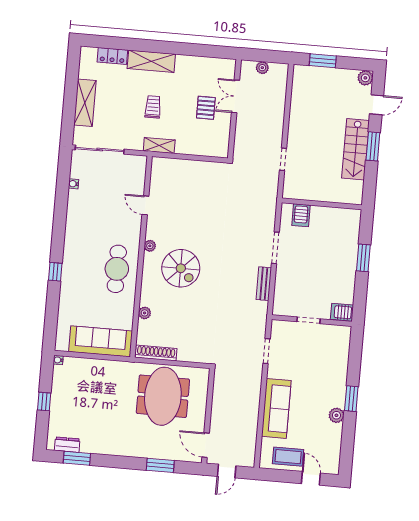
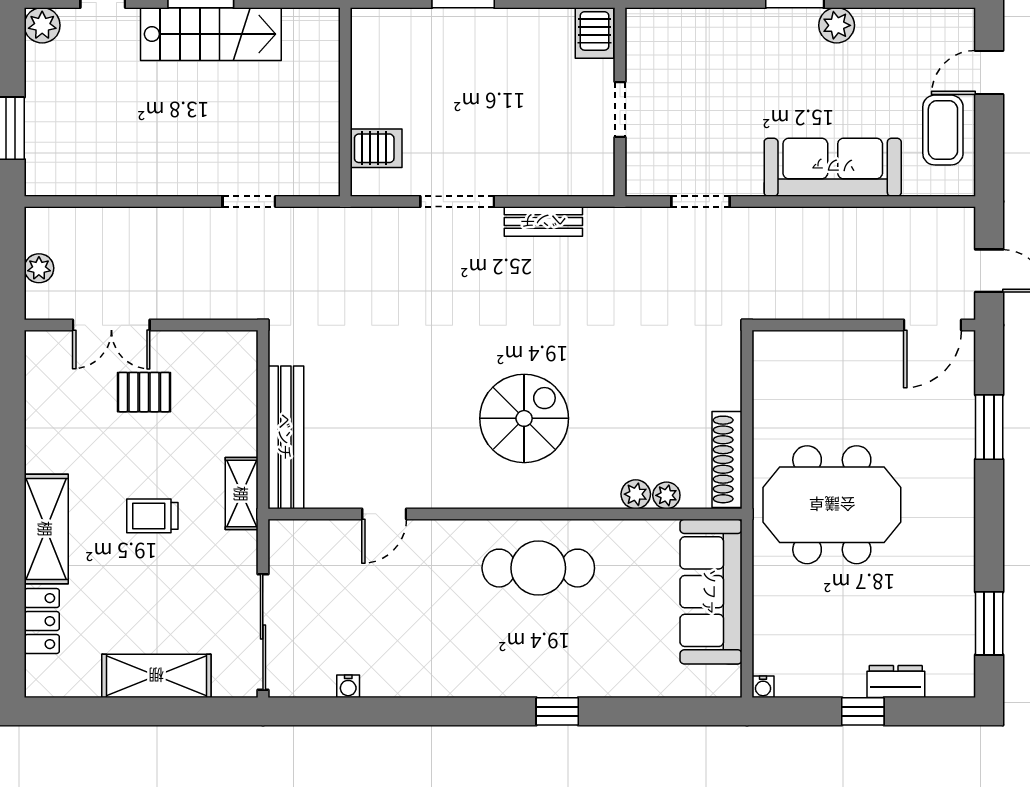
bench: (182, 166) -> (286, 437), added
plant: (150, 246) -> (666, 495), moved
meeting table: (163, 396) -> (832, 505), moved
dresser: (67, 445) -> (896, 681), moved, turned 90

